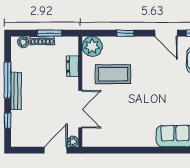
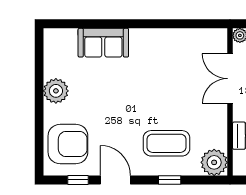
coffee table: (113, 74) -> (167, 143), moved

